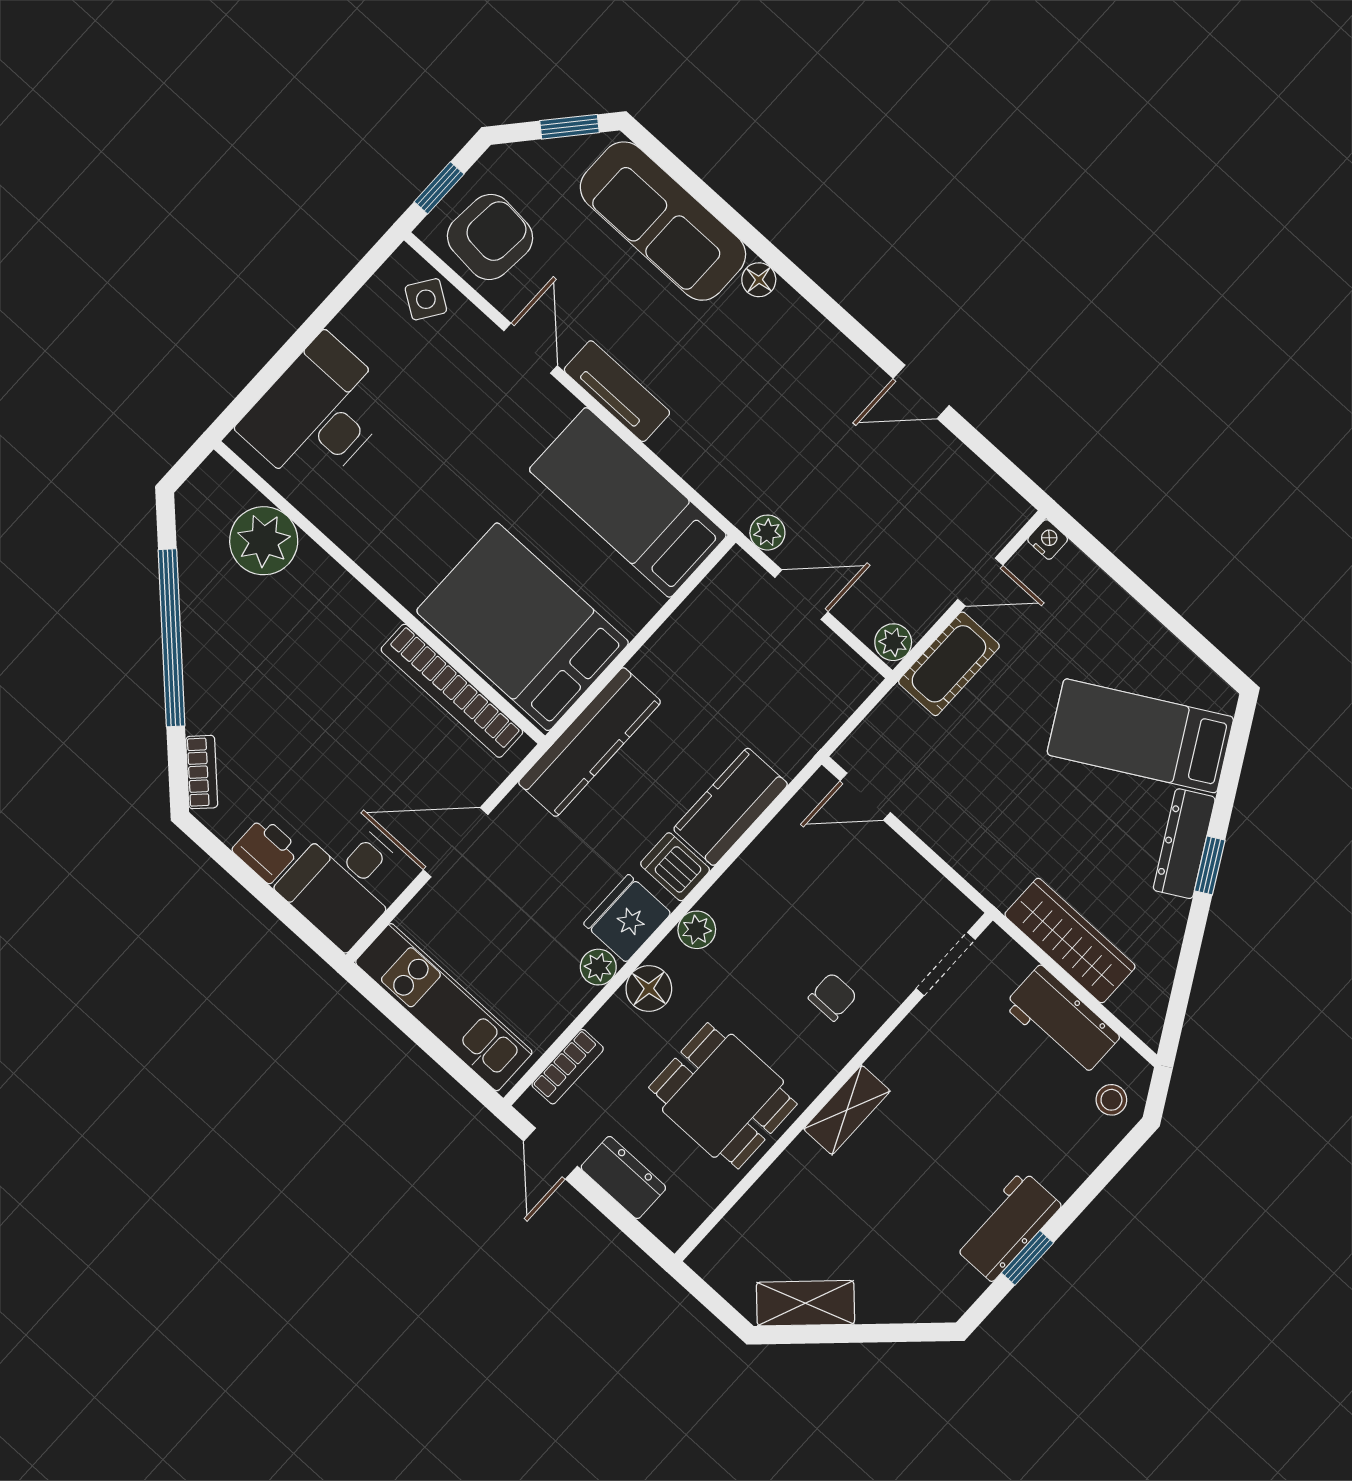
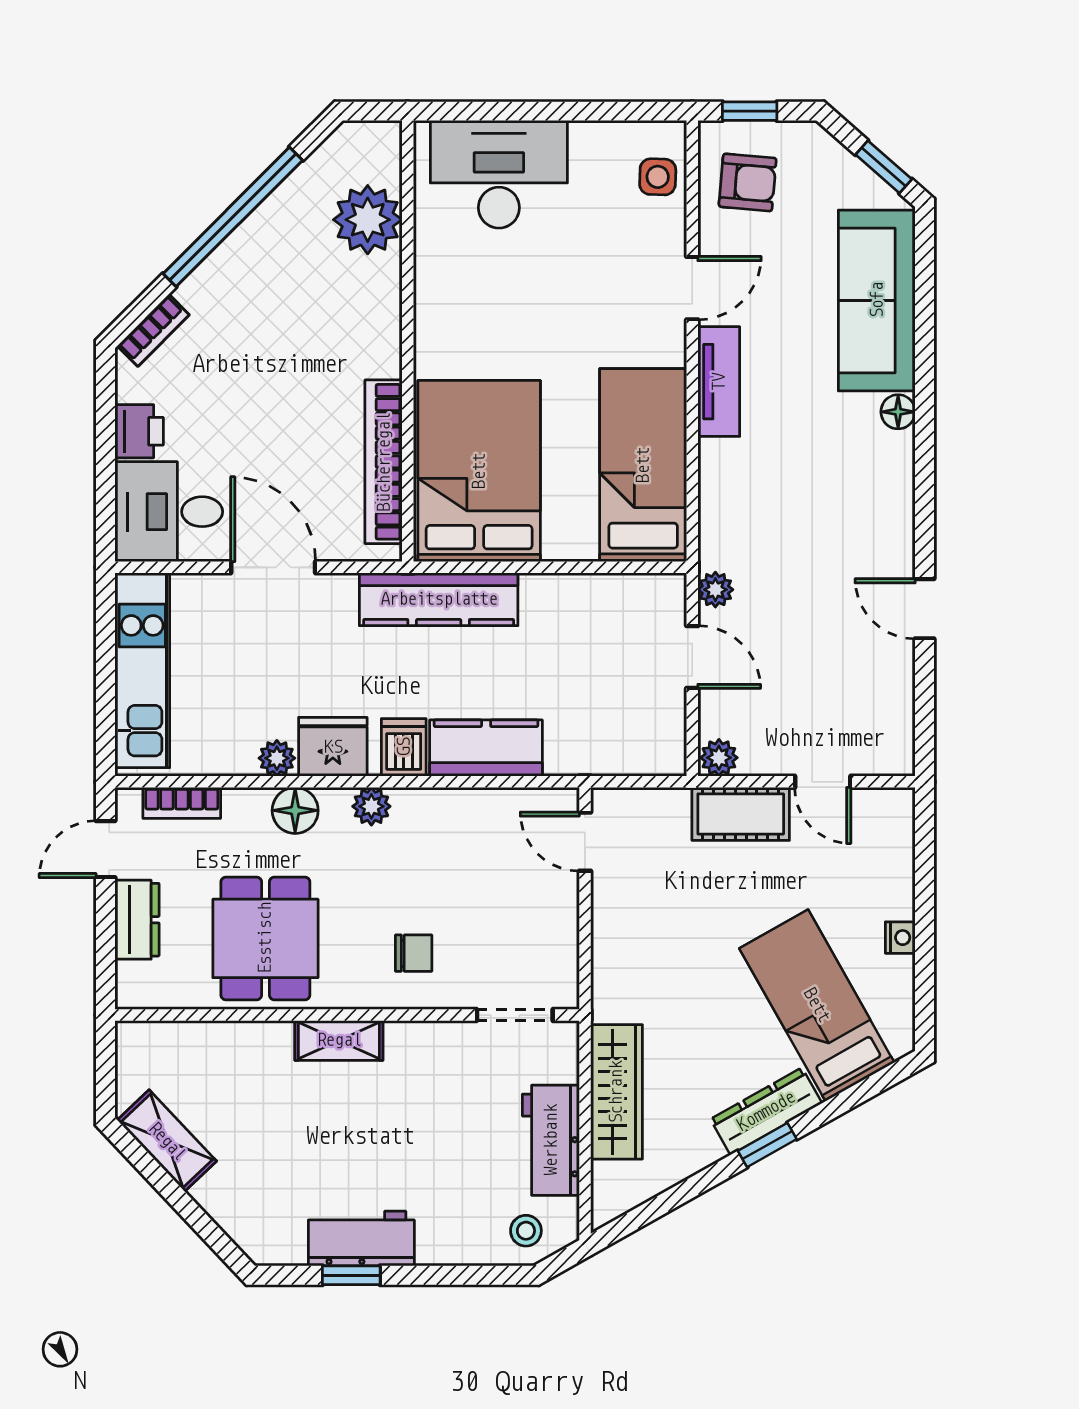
armchair: (490, 237) -> (748, 182), width x0.72, depth x0.72
side table: (426, 299) -> (658, 177), turned -32
nightstand: (1048, 540) -> (900, 938), moved

